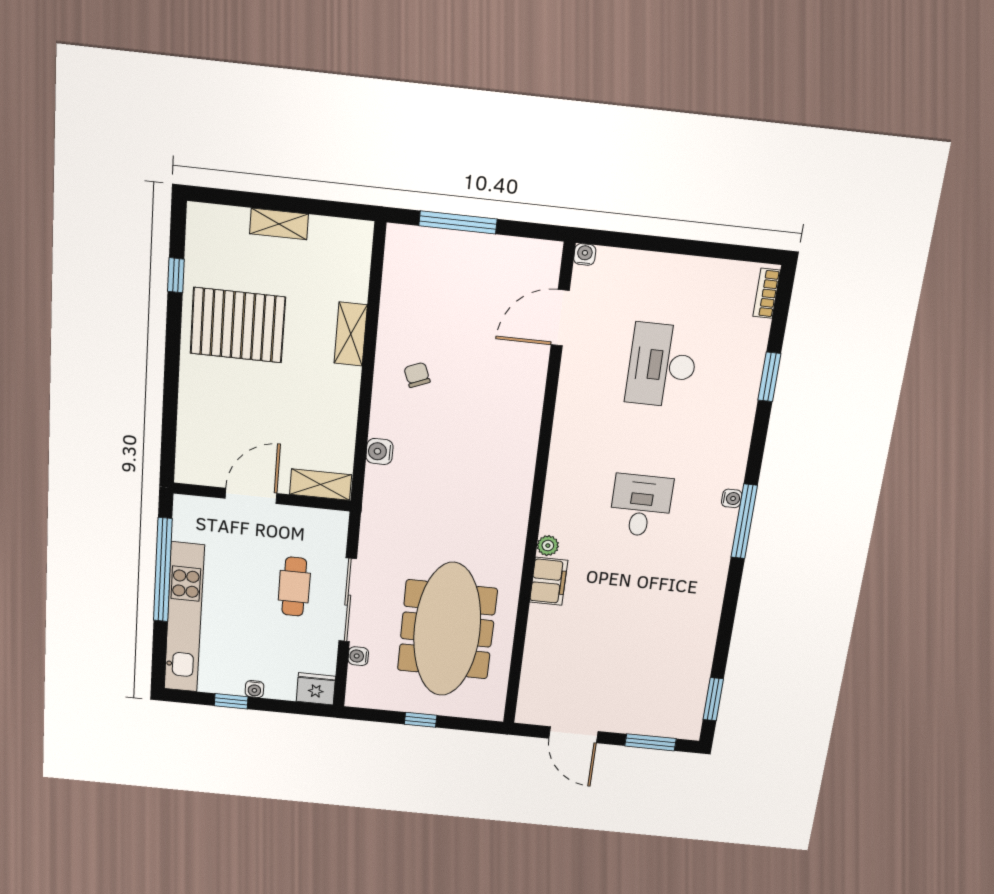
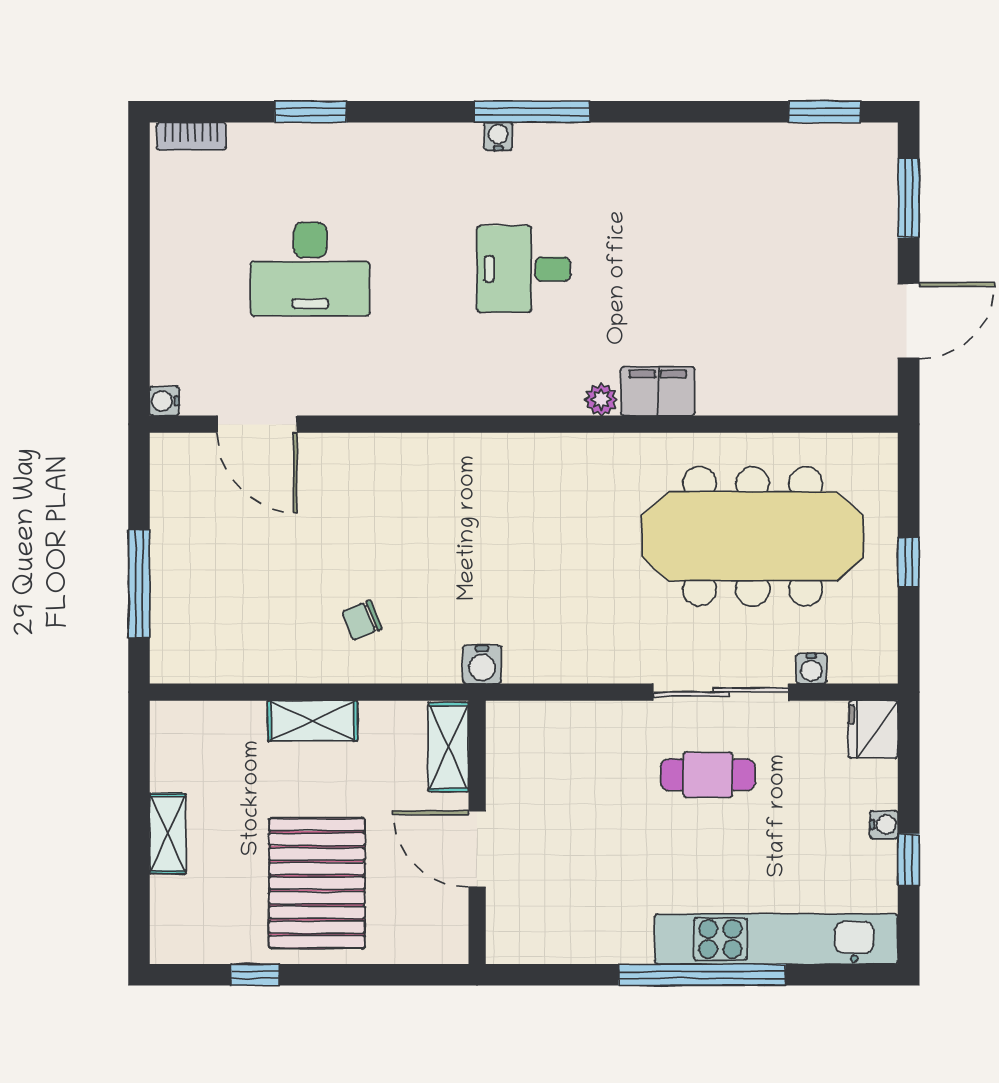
shelving: (321, 485) -> (448, 747), moved
door: (251, 496) -> (477, 849), moved
wall: (262, 497) -> (477, 832), moved

